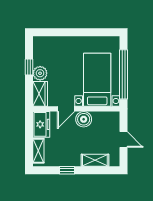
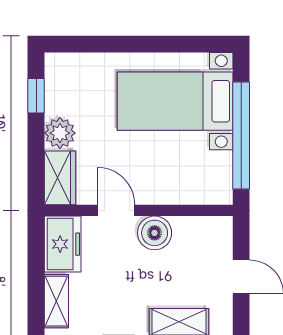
window: (29, 67) -> (36, 96), moved
bed with nightstands: (97, 80) -> (175, 101), moved, turned -90
door: (66, 109) -> (116, 210), swing flipped

